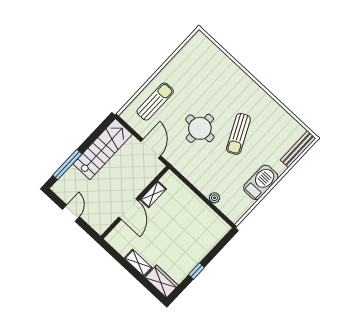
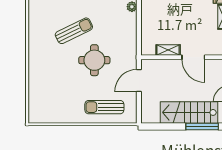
stairs: (103, 149) -> (189, 112), moved
door: (129, 209) -> (193, 57), swing flipped

